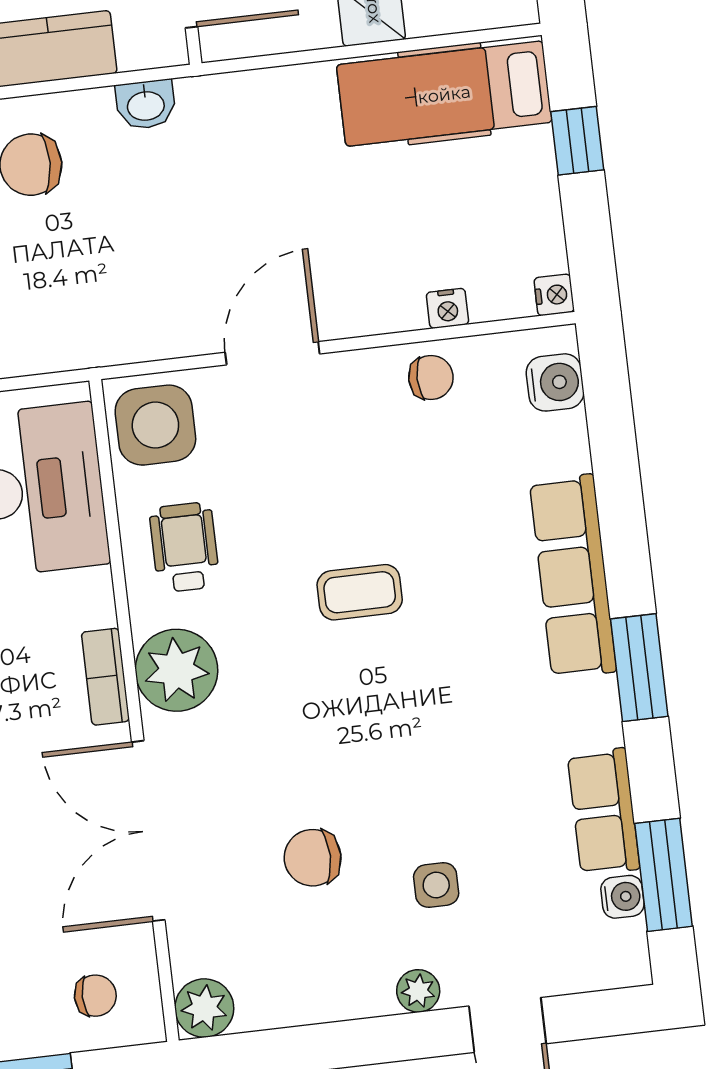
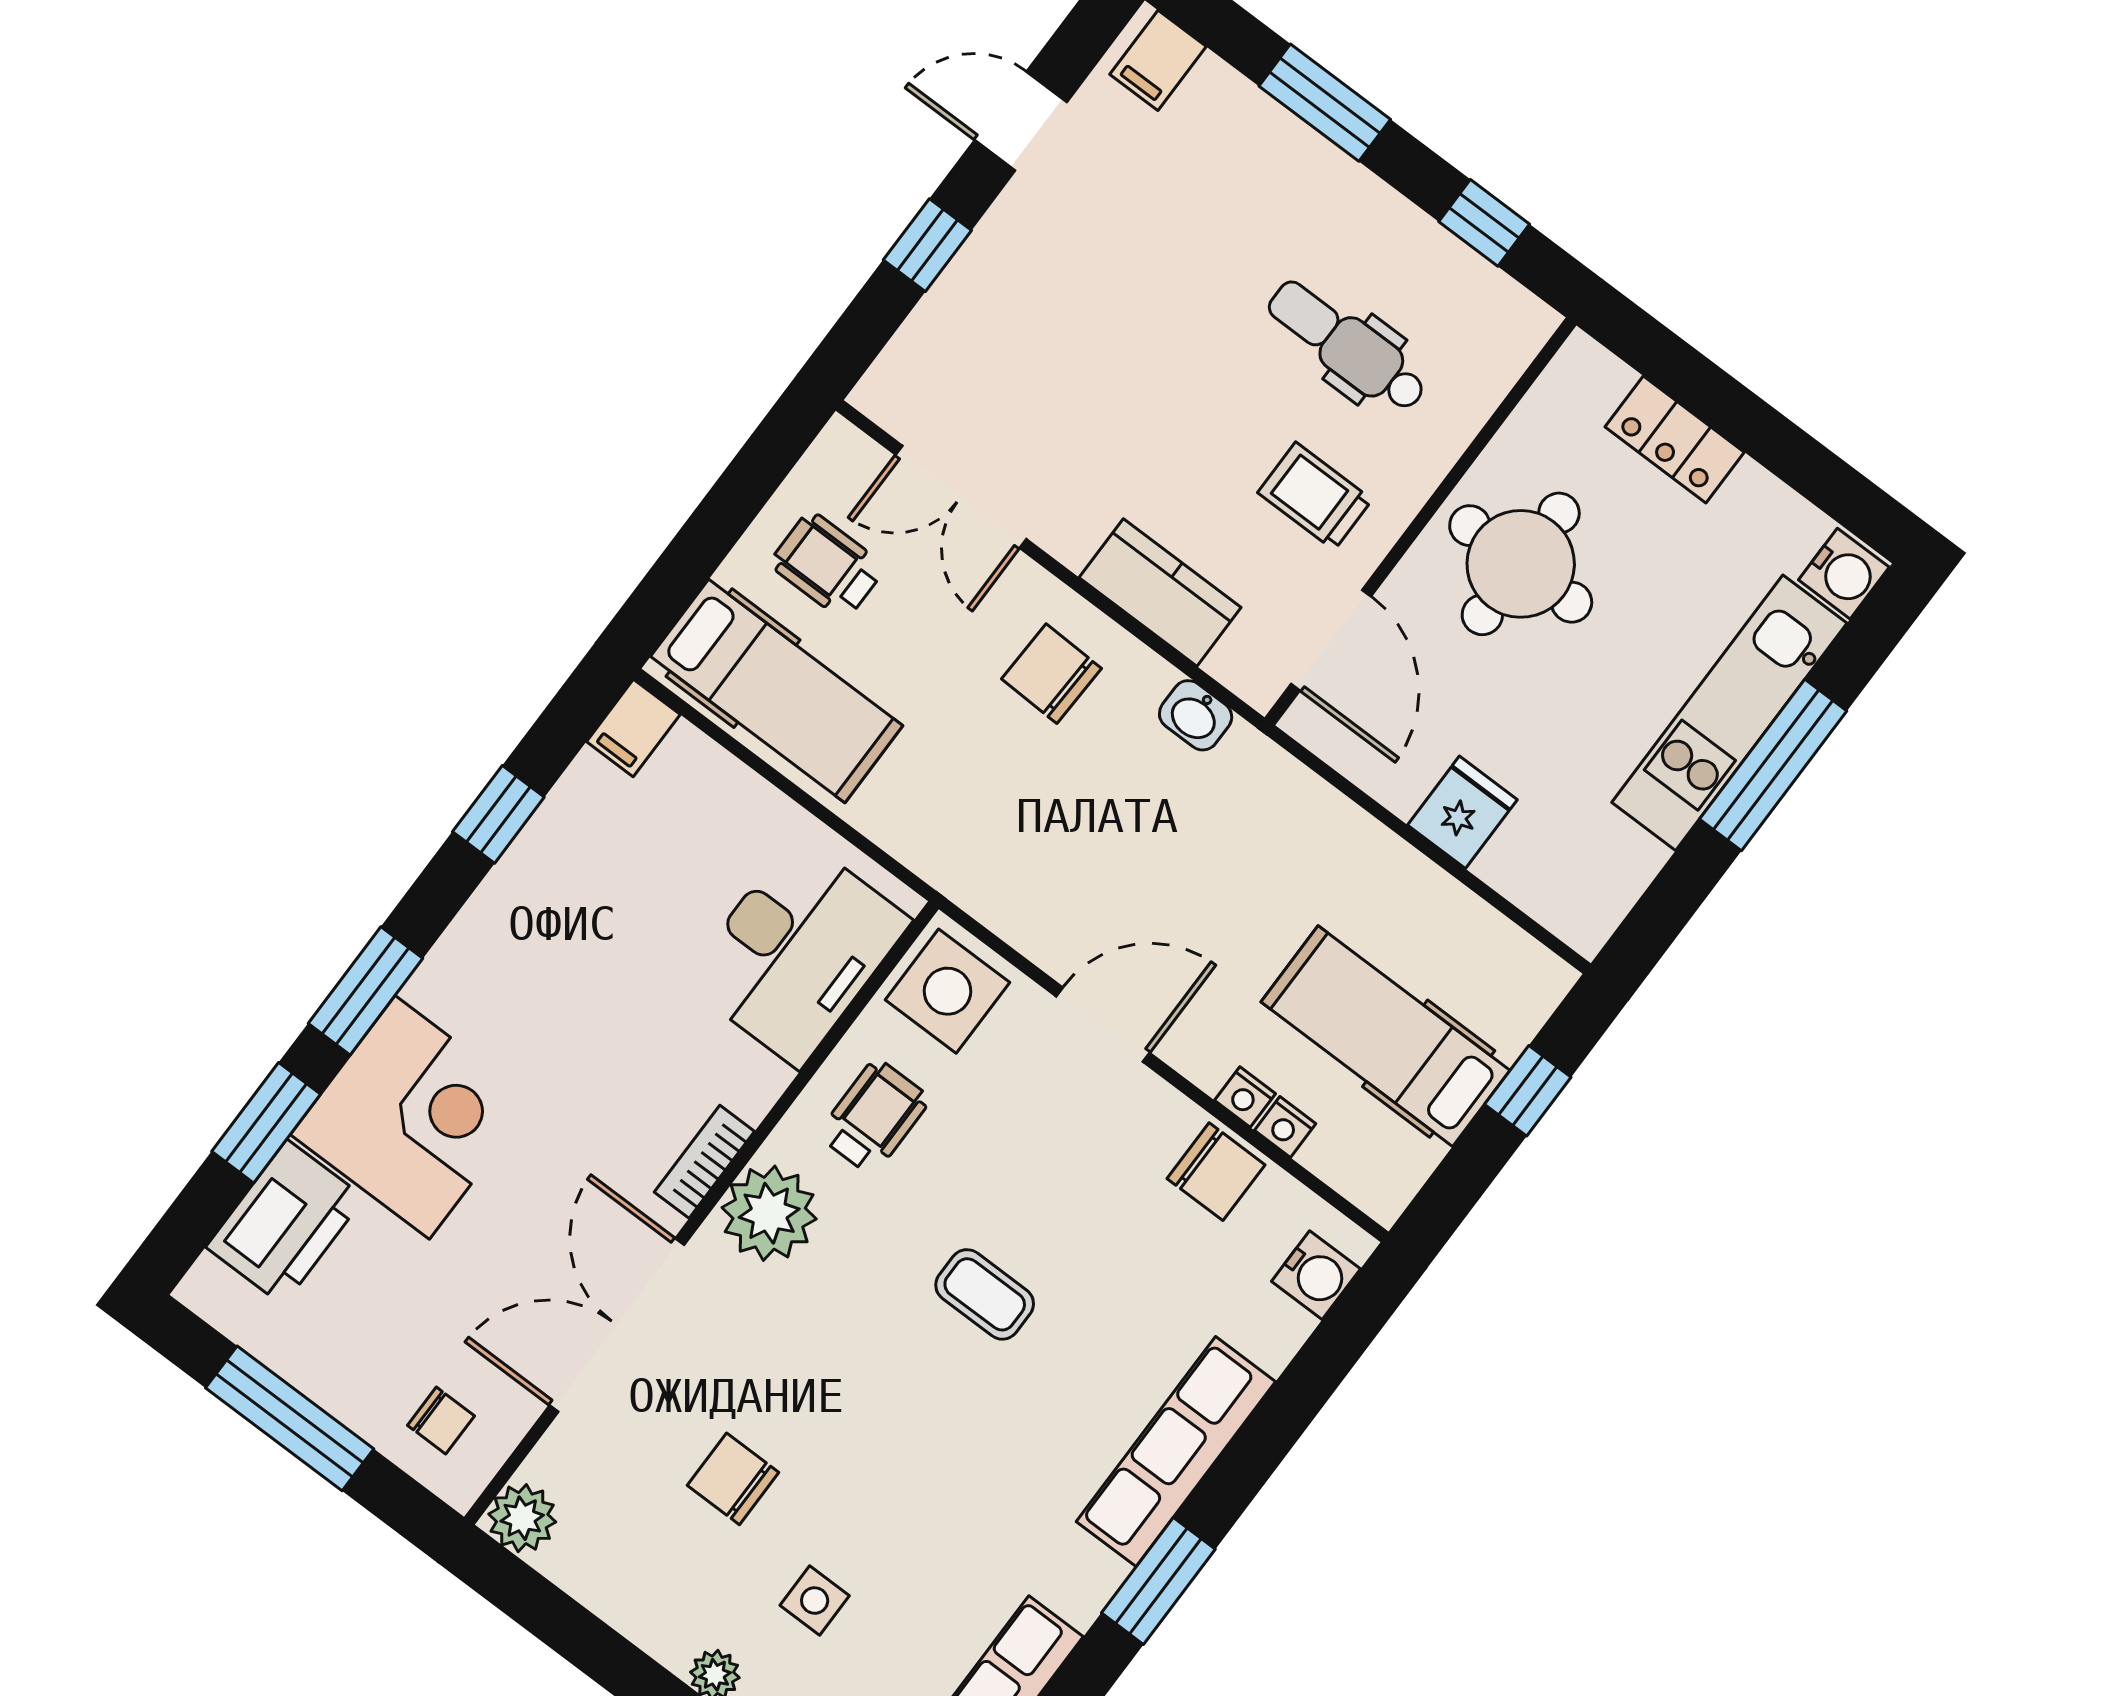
hospital bed: (444, 94) -> (1385, 1036), moved
nightstand: (554, 295) -> (1245, 1097), moved, turned 90
chair: (431, 377) -> (1216, 1172), width x1.37, depth x1.37

